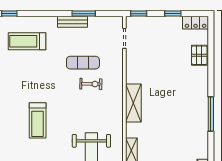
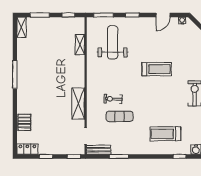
bench: (73, 22) -> (99, 150), moved
treadmill: (27, 41) -> (165, 134), turned 180
shelving: (133, 103) -> (78, 103), moved
treadmill: (38, 120) -> (157, 69), turned 90

